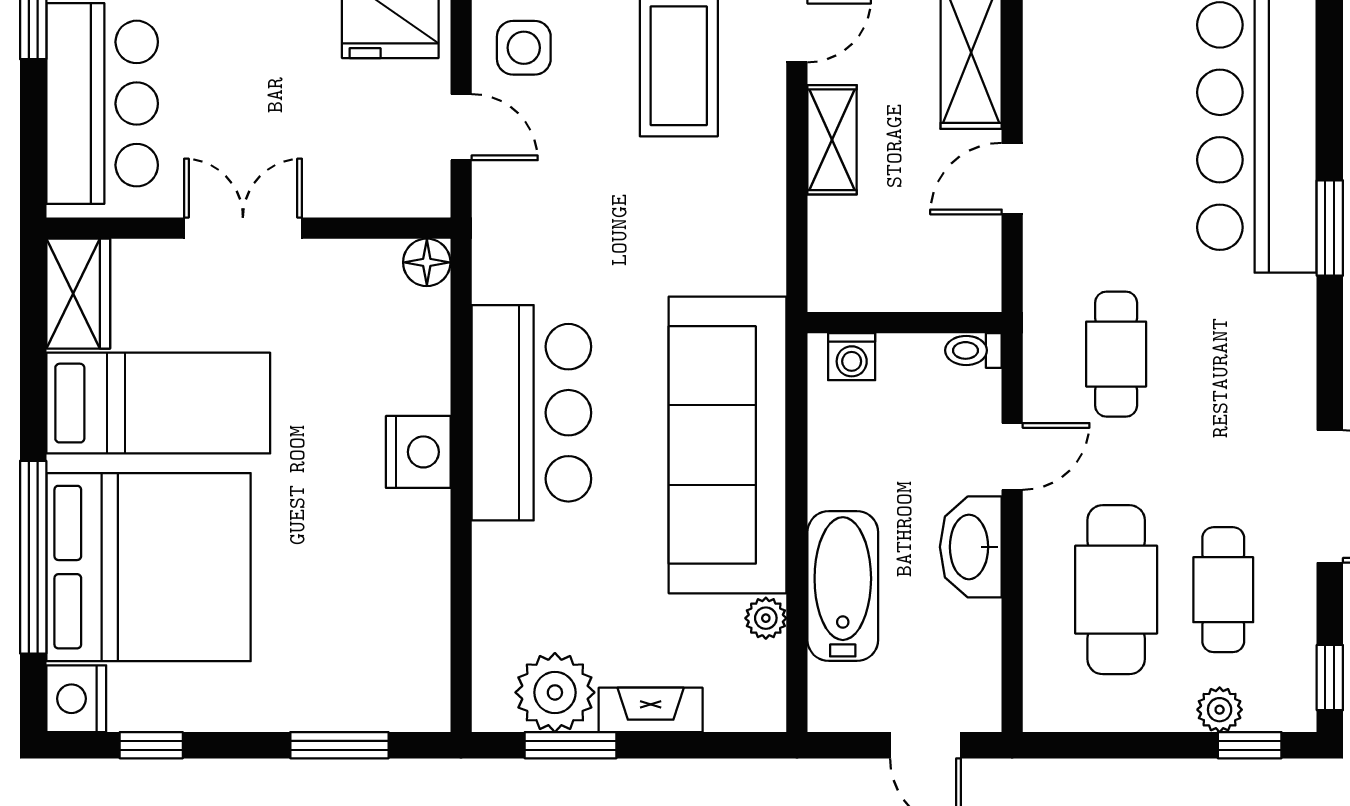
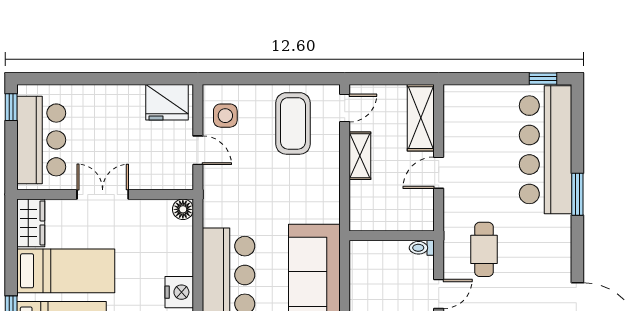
washing machine: (852, 357) -> (368, 250), removed

